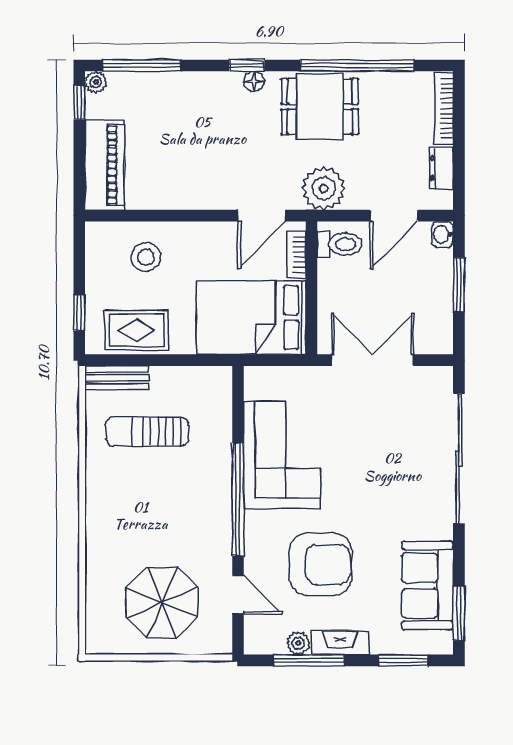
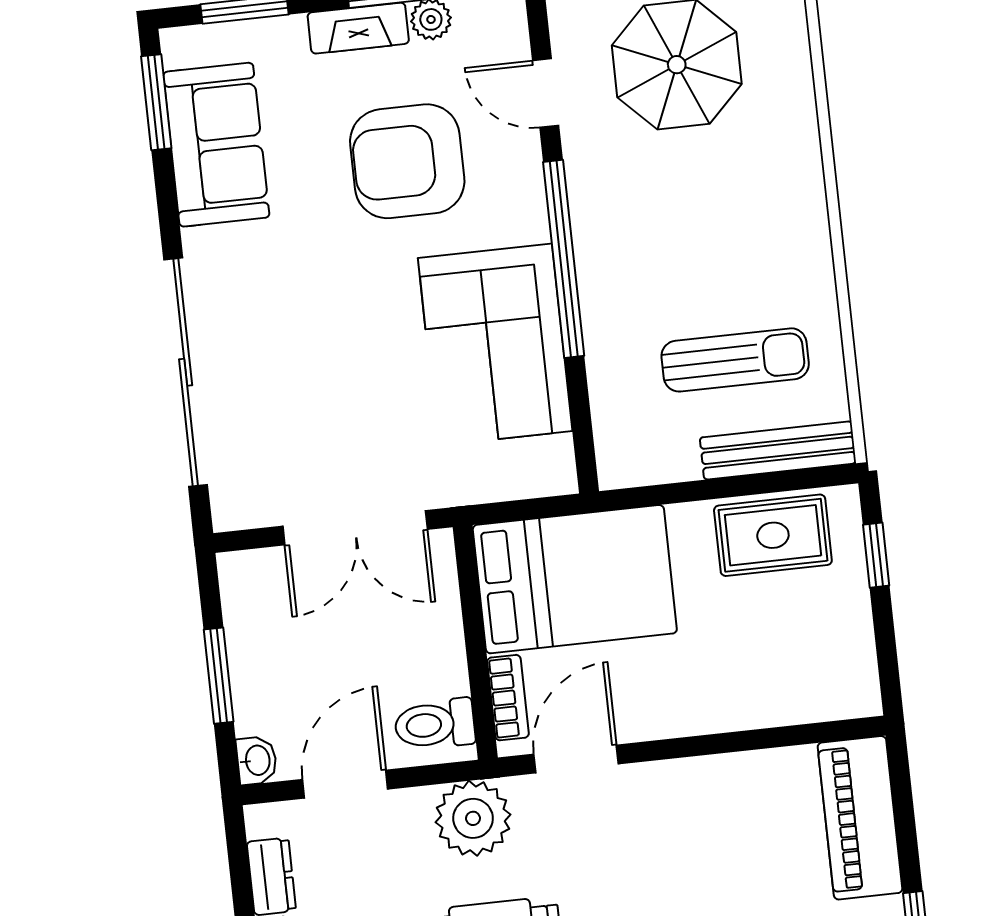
stool: (146, 257) -> (770, 665), removed
bench: (117, 378) -> (778, 450), width x1.36

